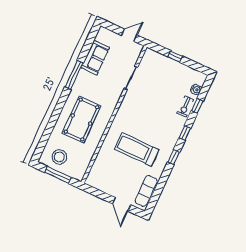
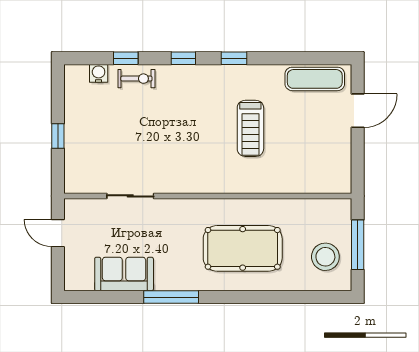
treadmill: (137, 150) -> (250, 128), width x0.73, depth x0.73

